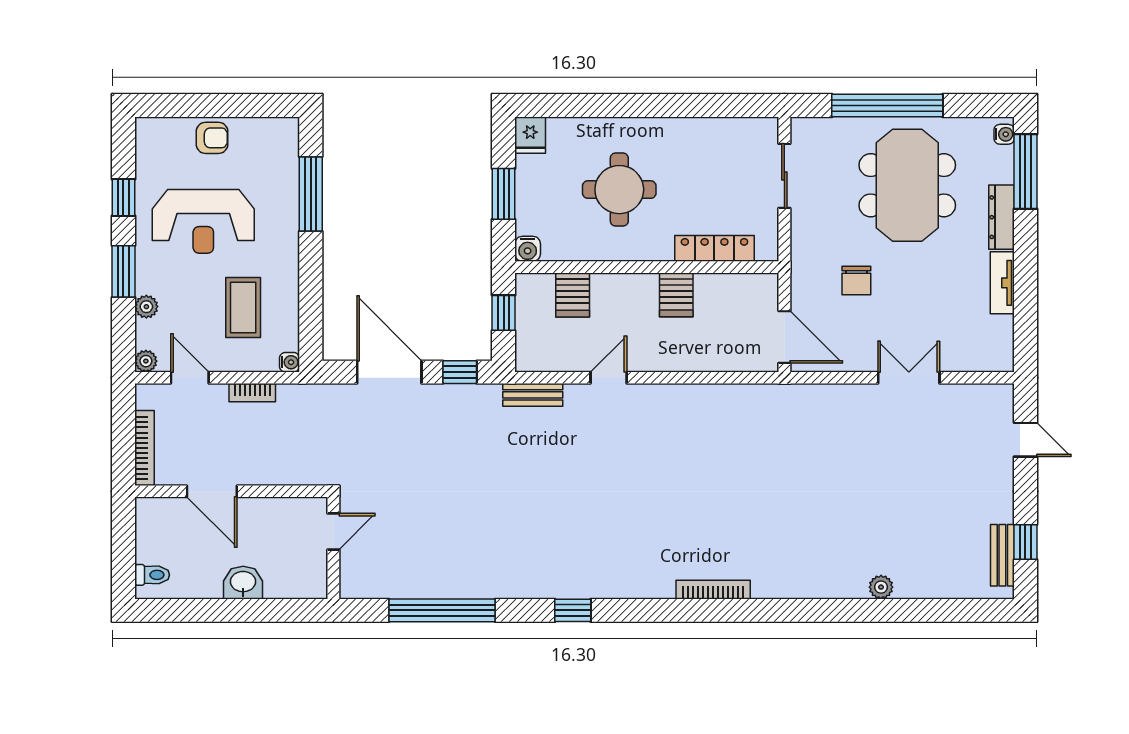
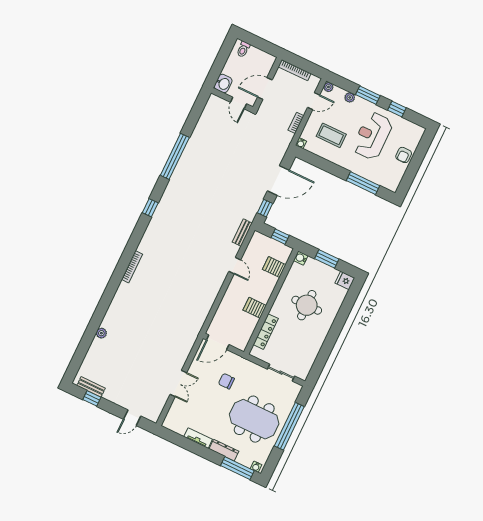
door: (333, 531) -> (239, 103), moved
wall: (333, 548) -> (232, 100), moved

